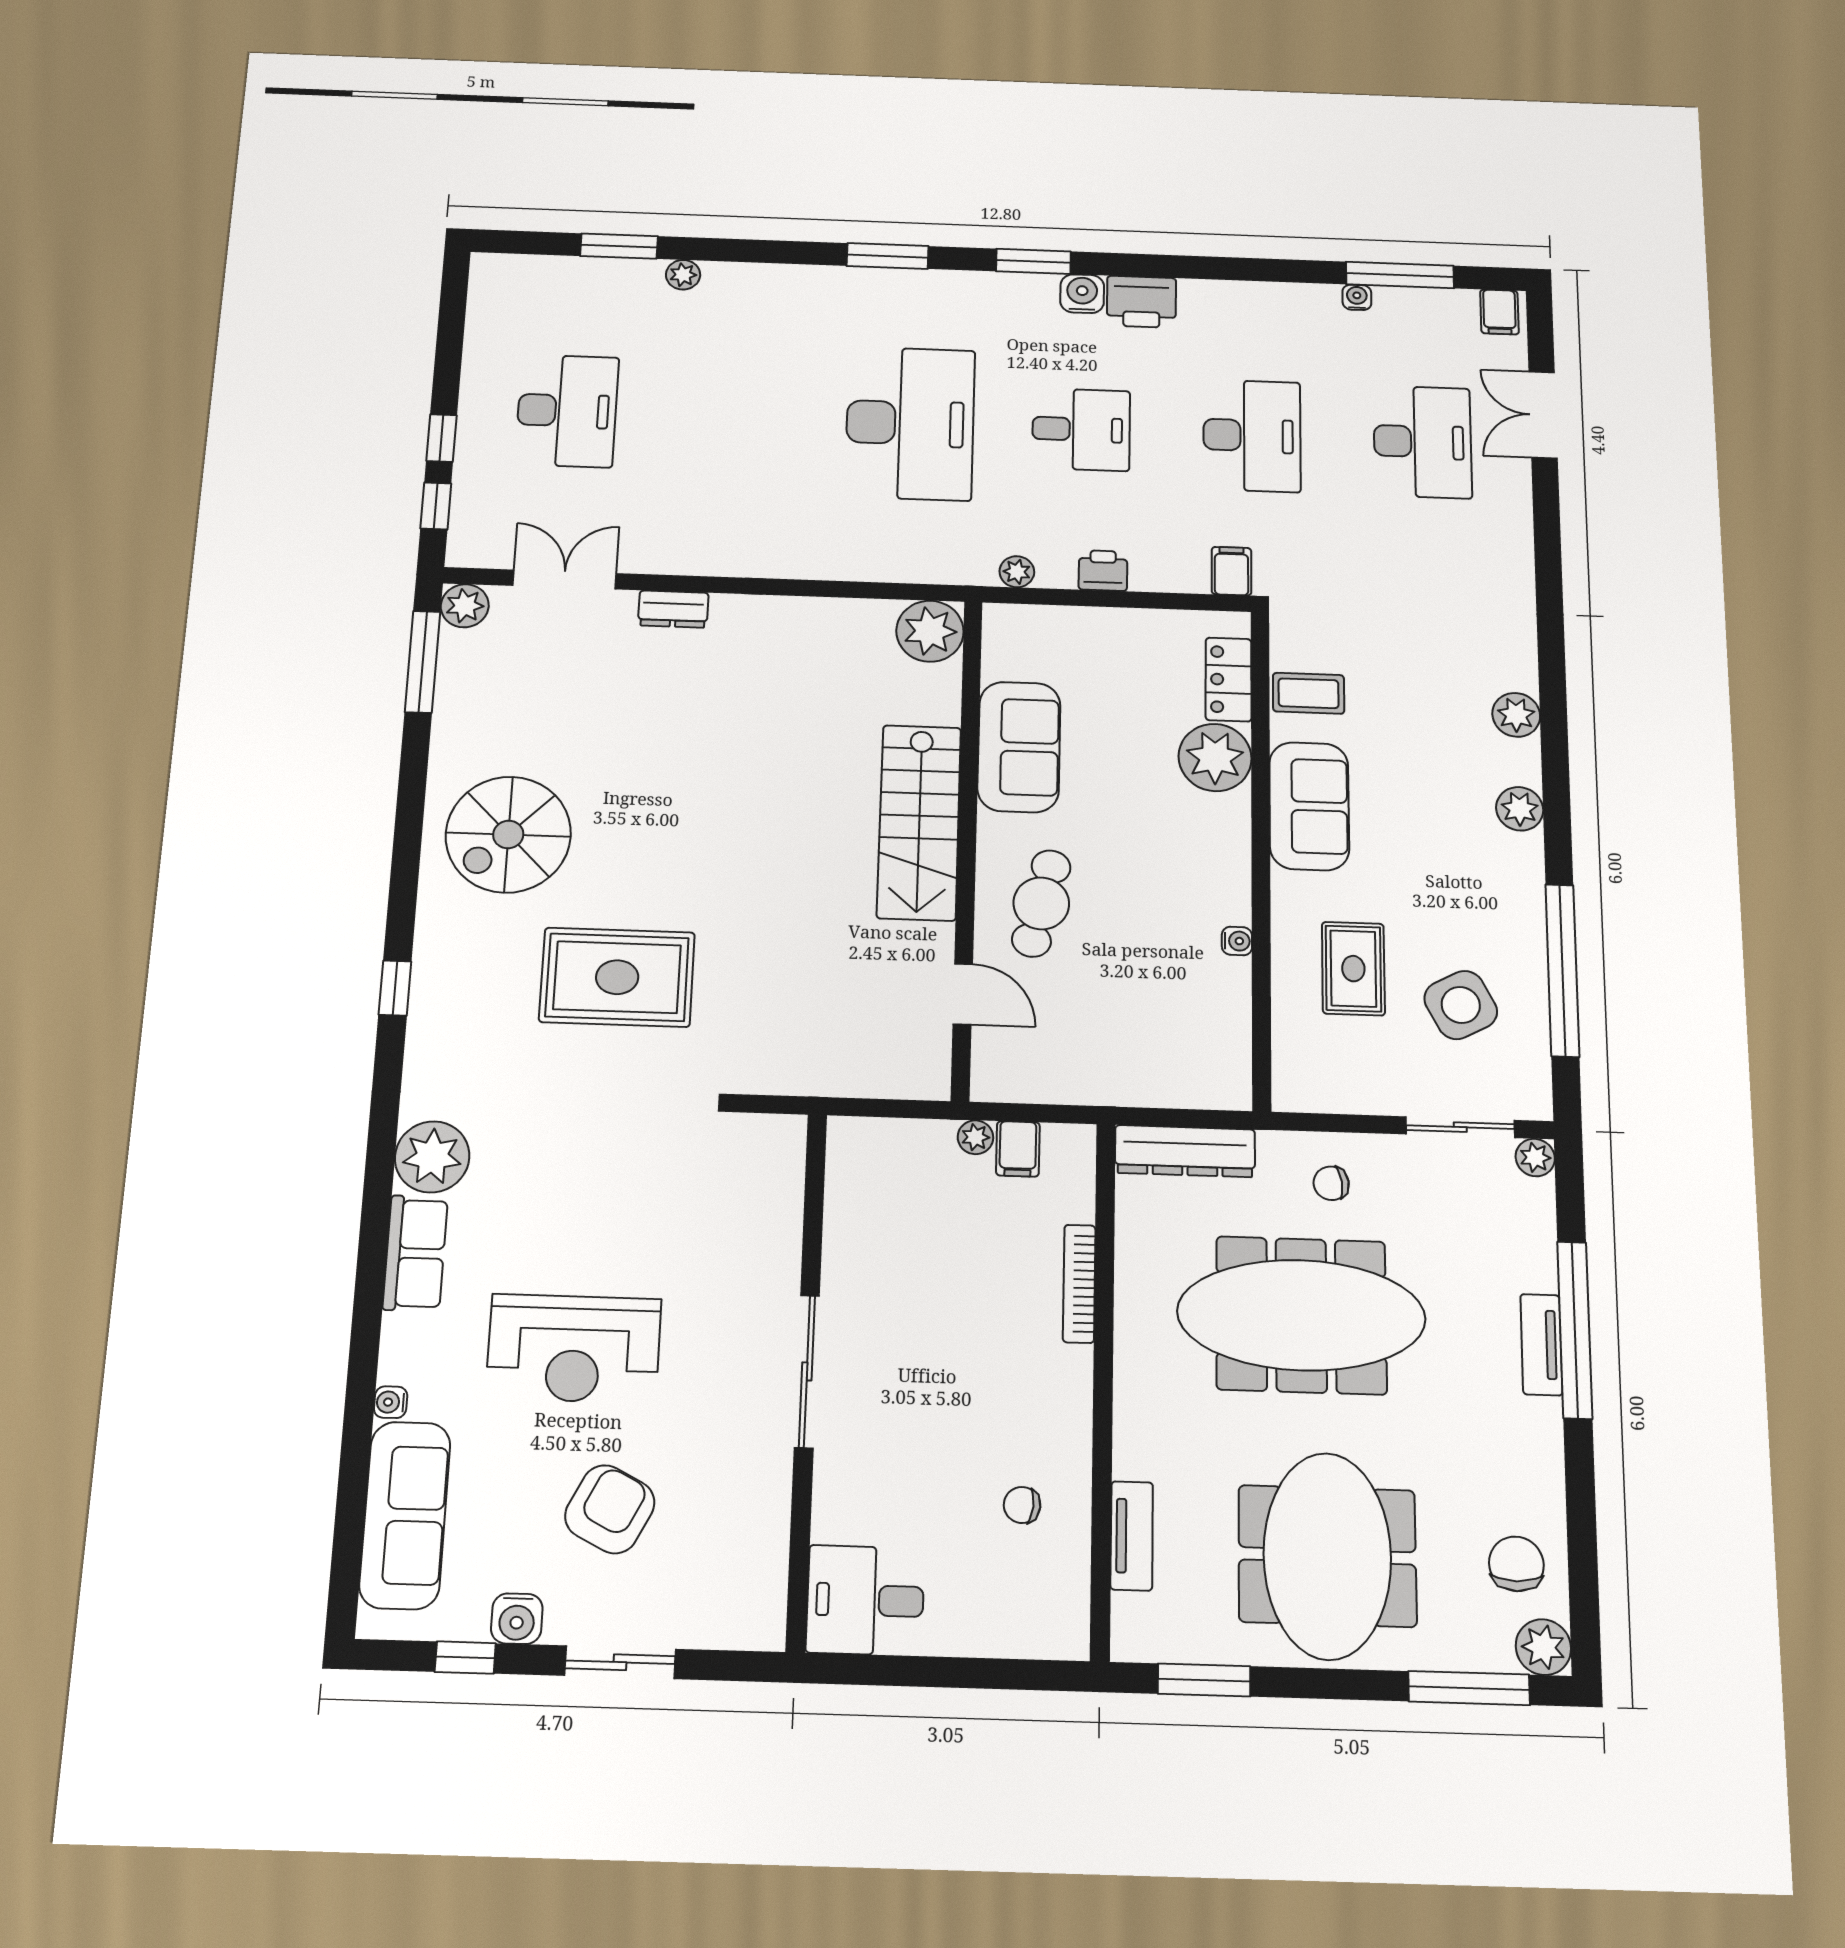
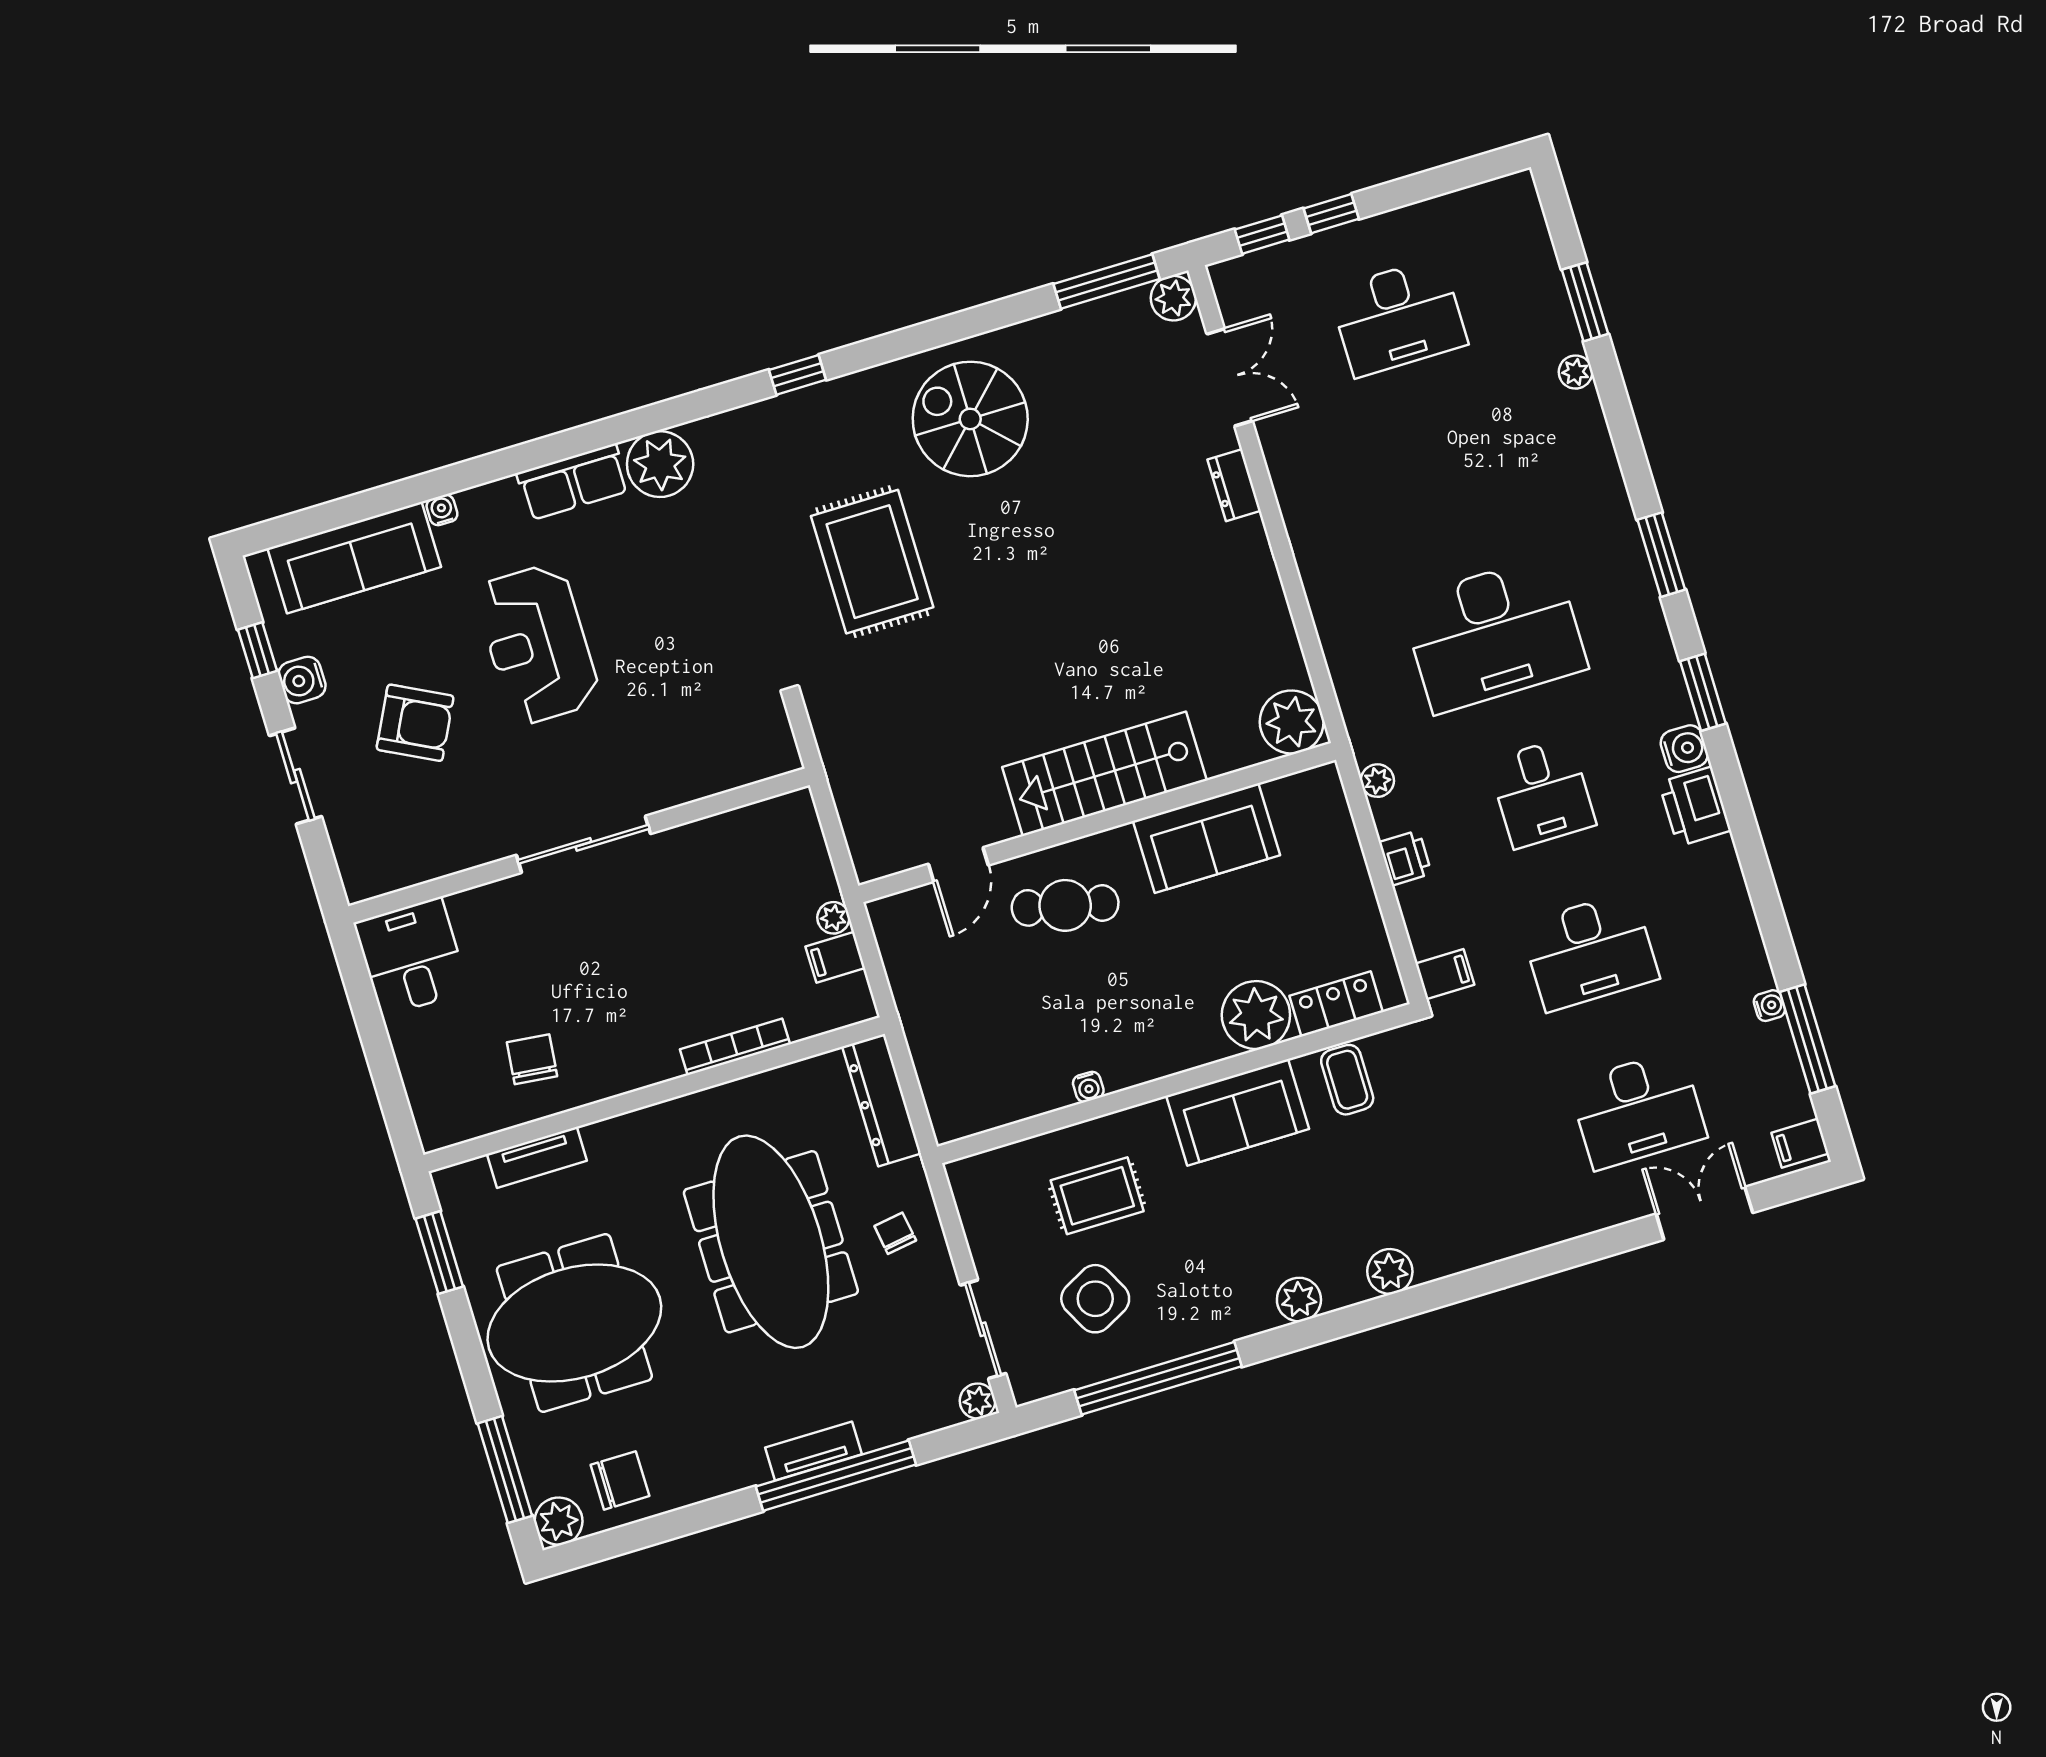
chair: (1022, 1505) -> (532, 1059), width x1.37, depth x1.37

